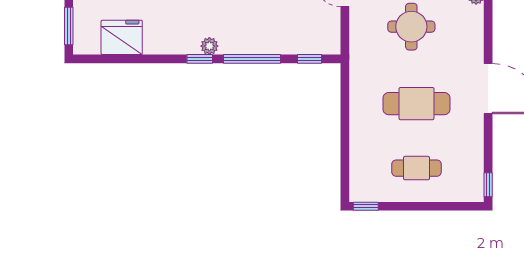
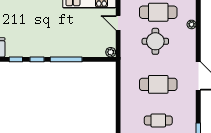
plant: (209, 46) -> (111, 52), moved
window: (309, 59) -> (16, 59), moved

